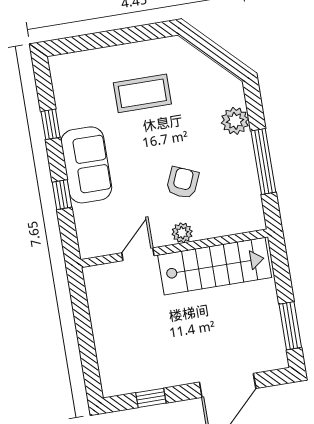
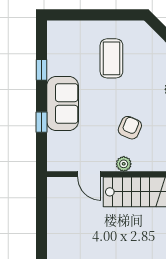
coffee table: (142, 93) -> (111, 58), turned 90
door: (138, 254) -> (89, 174), swing flipped

